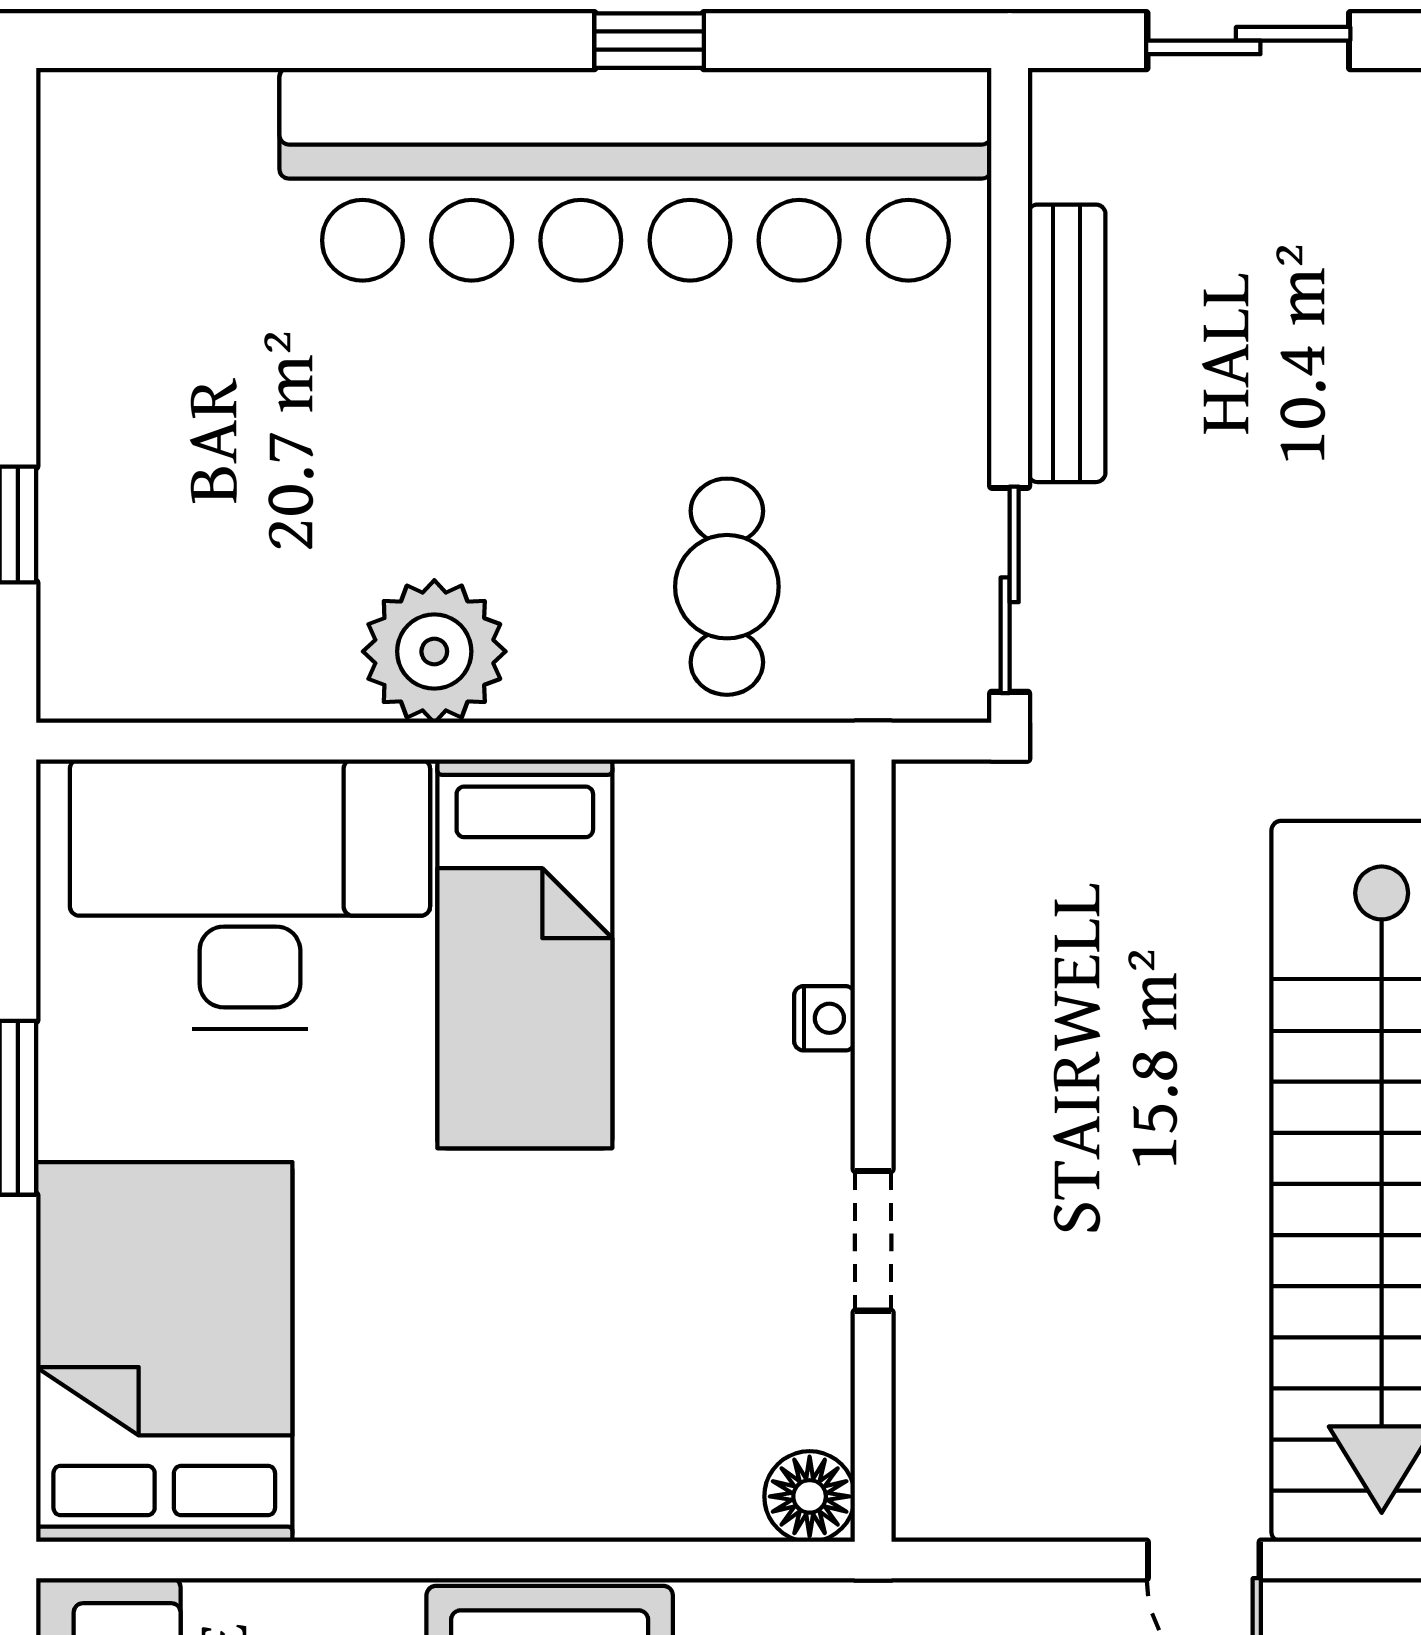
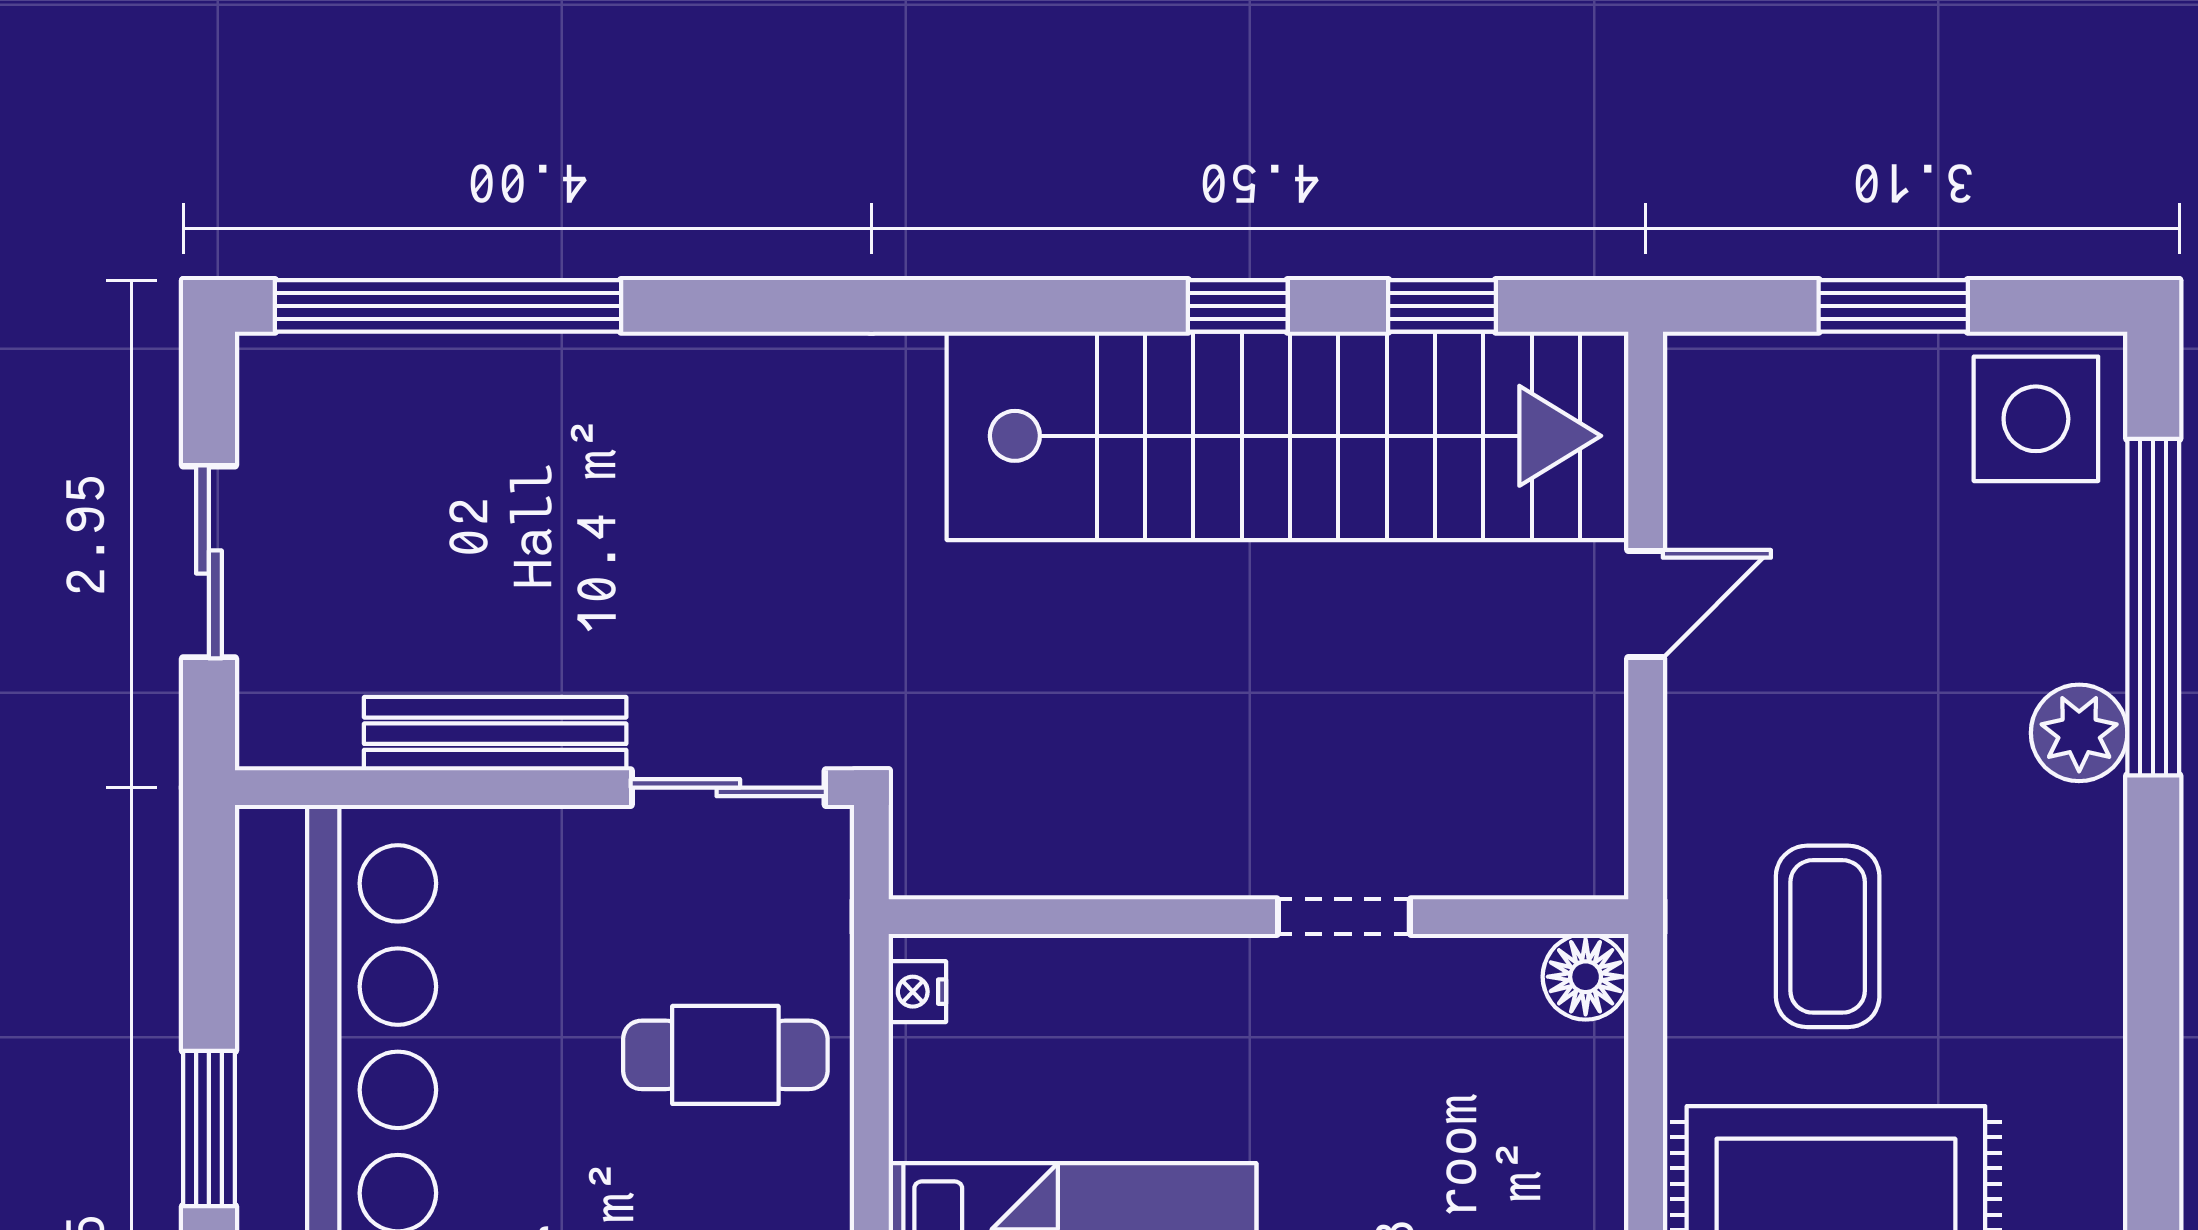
window: (649, 41) -> (209, 1128), width x1.50
nightstand: (825, 1018) -> (917, 992), moved, turned -90

